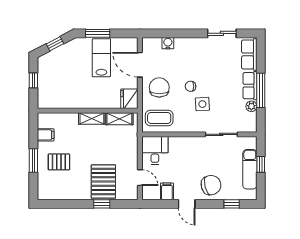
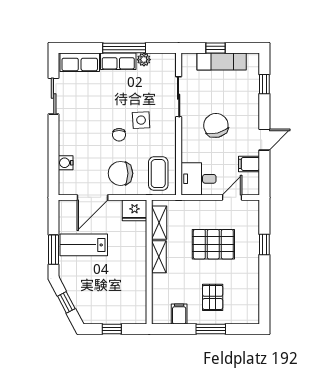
pallet: (103, 182) -> (213, 244), moved
chair: (211, 185) -> (216, 125), moved

